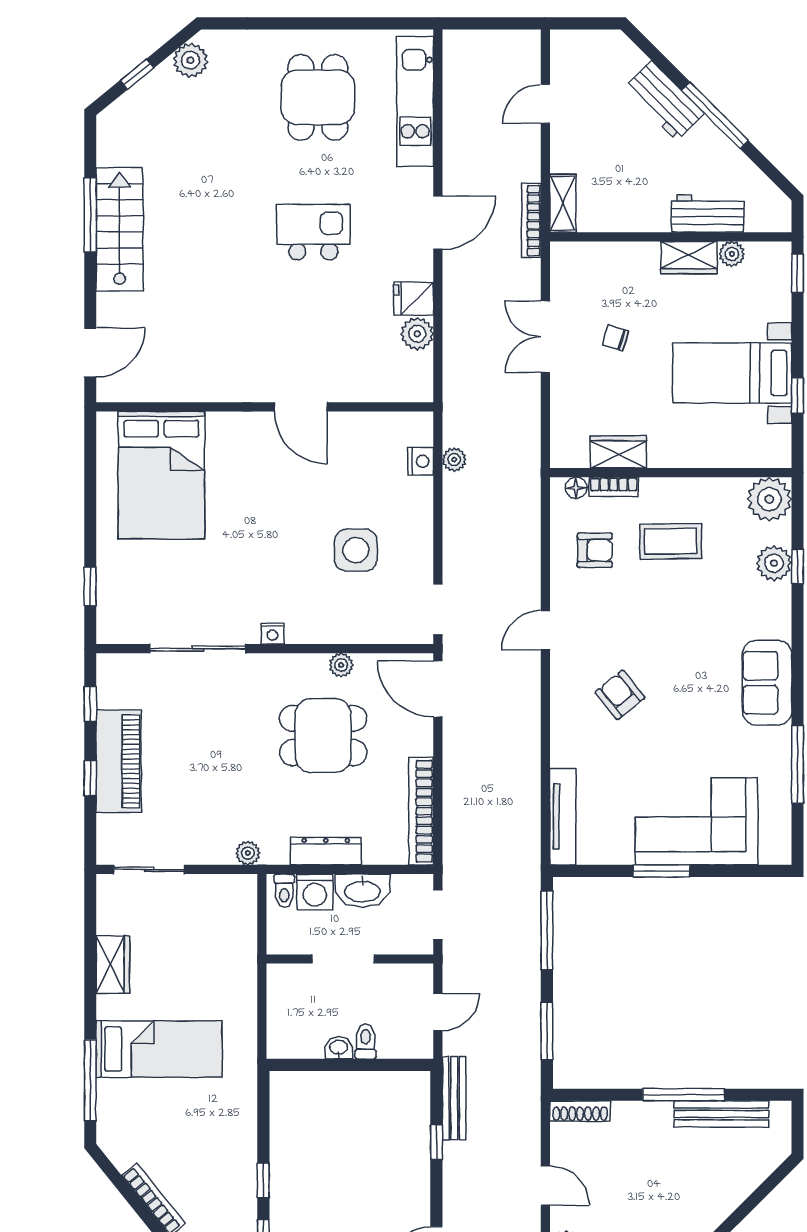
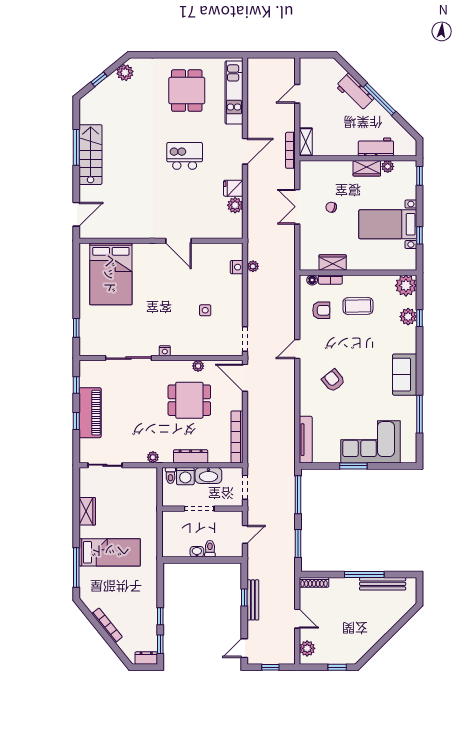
side table: (356, 550) -> (205, 310), width x0.54, depth x0.54
bench: (454, 1098) -> (253, 600), moved

